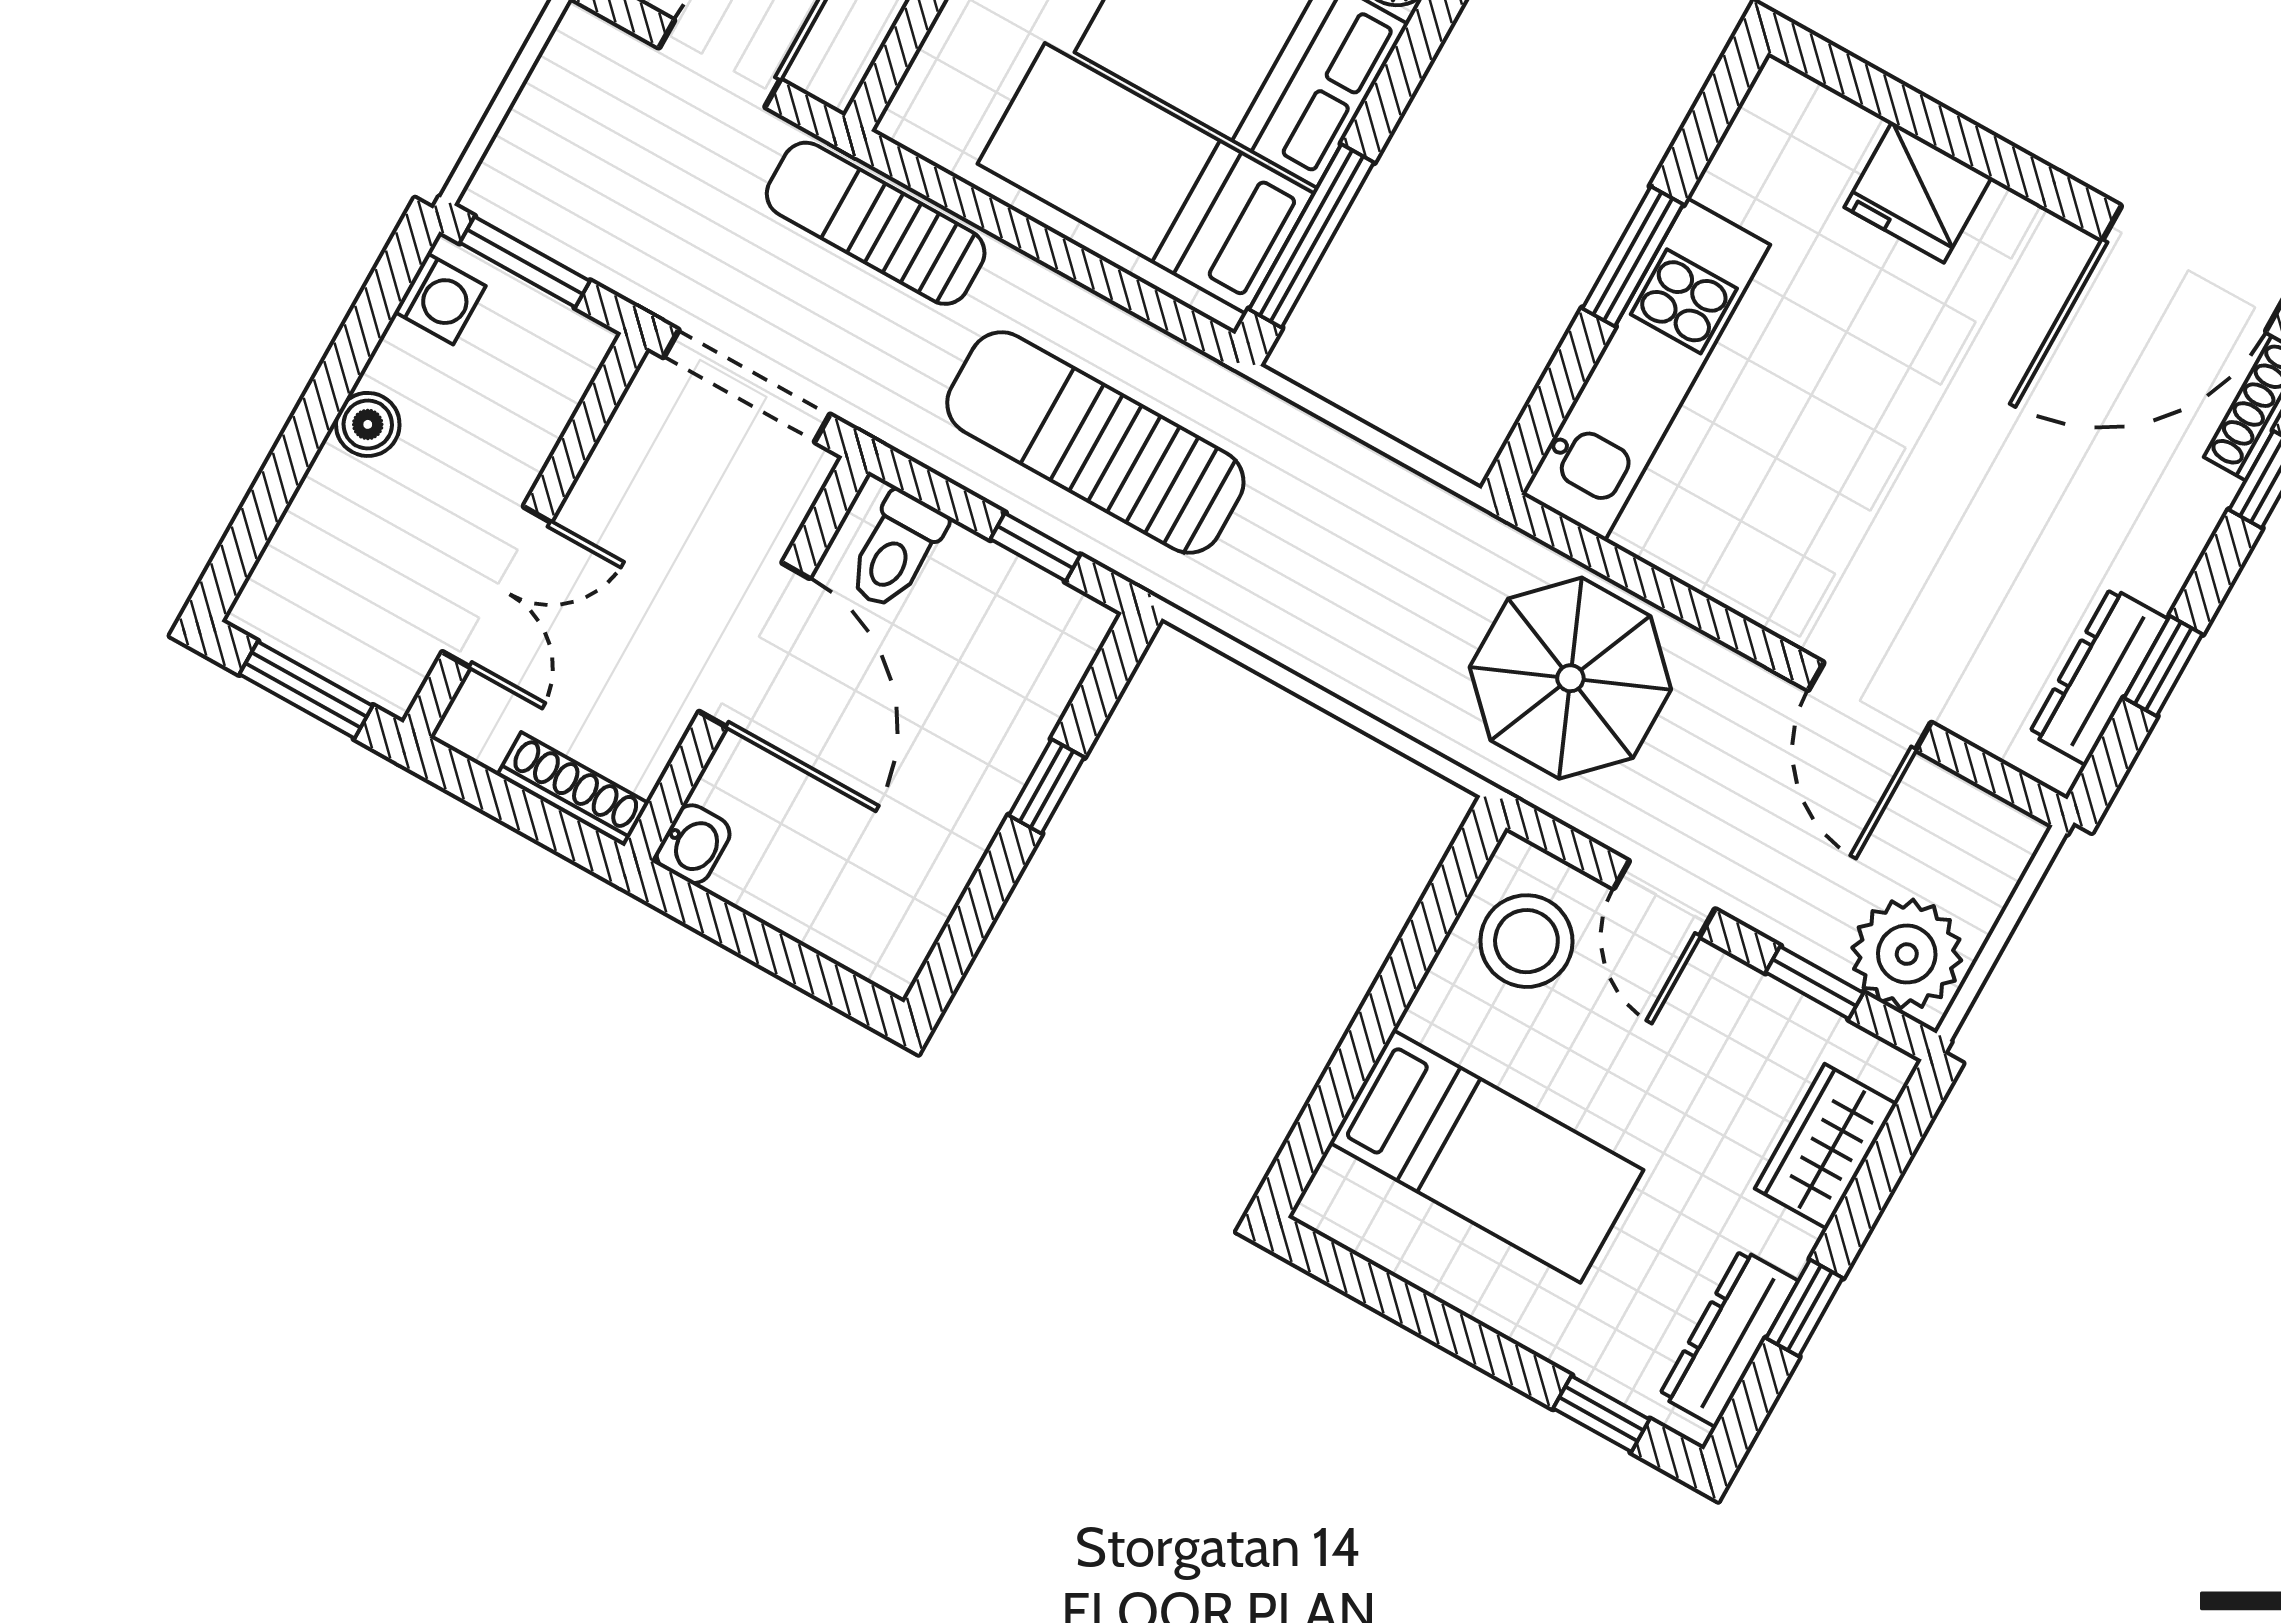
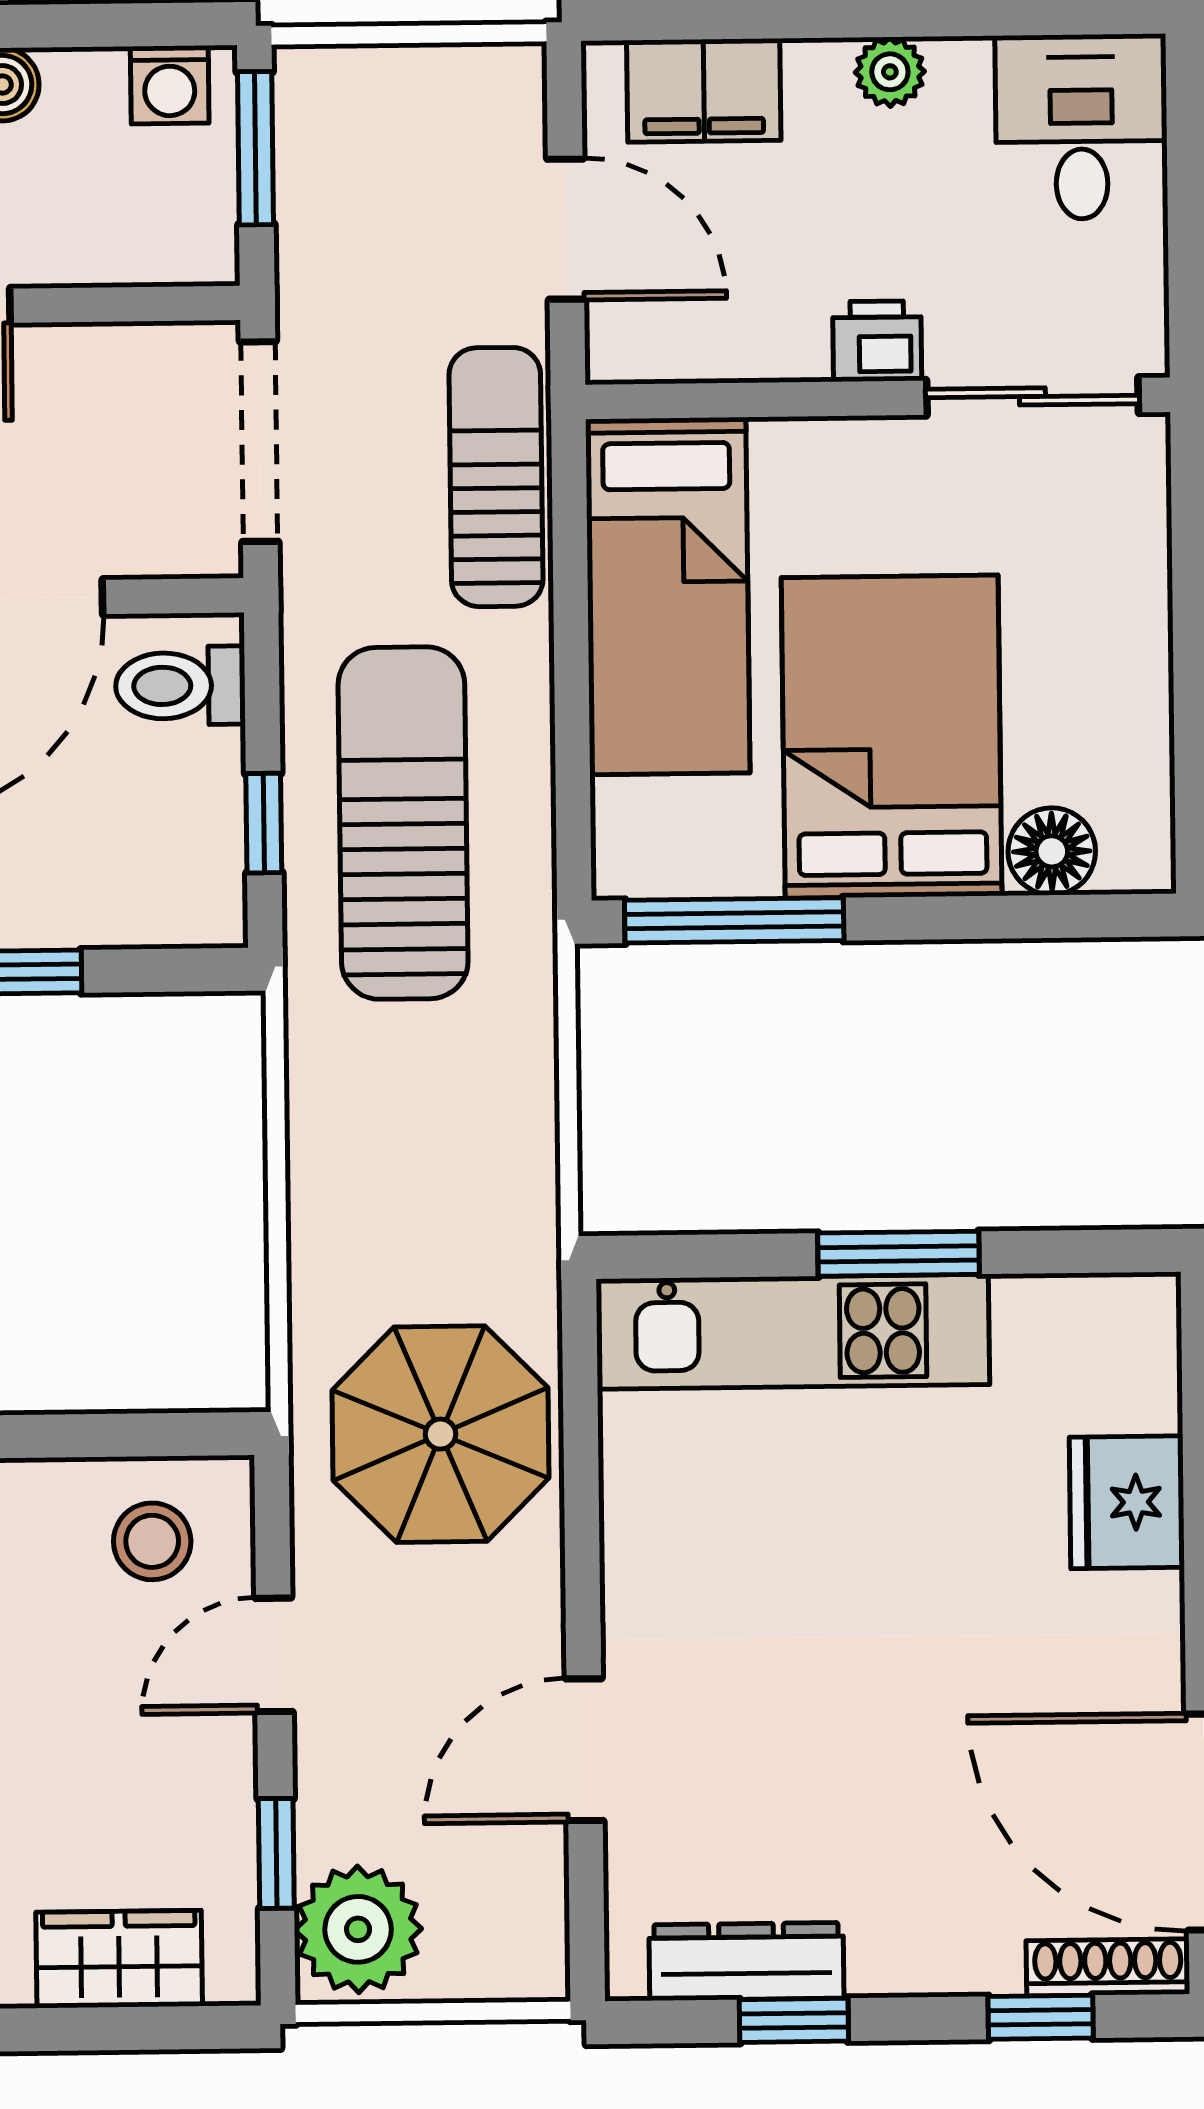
bed: (1146, 178) -> (668, 596), moved, turned 180
stool: (1526, 941) -> (152, 1541), width x0.73, depth x0.73

